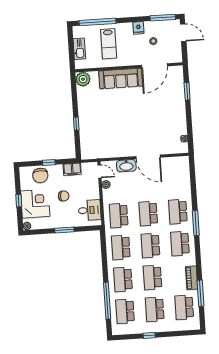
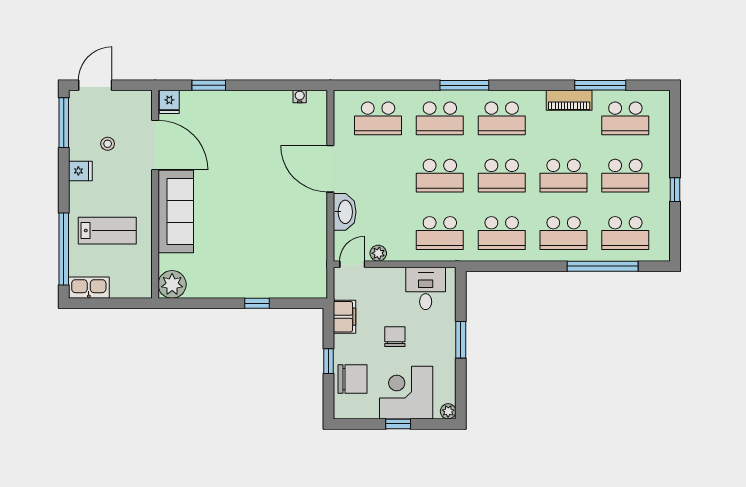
kitchen sink: (79, 49) -> (89, 288), moved
fridge: (177, 71) -> (169, 102), added
door: (148, 157) -> (330, 169), swing flipped
school desk: (176, 180) -> (378, 118), added

